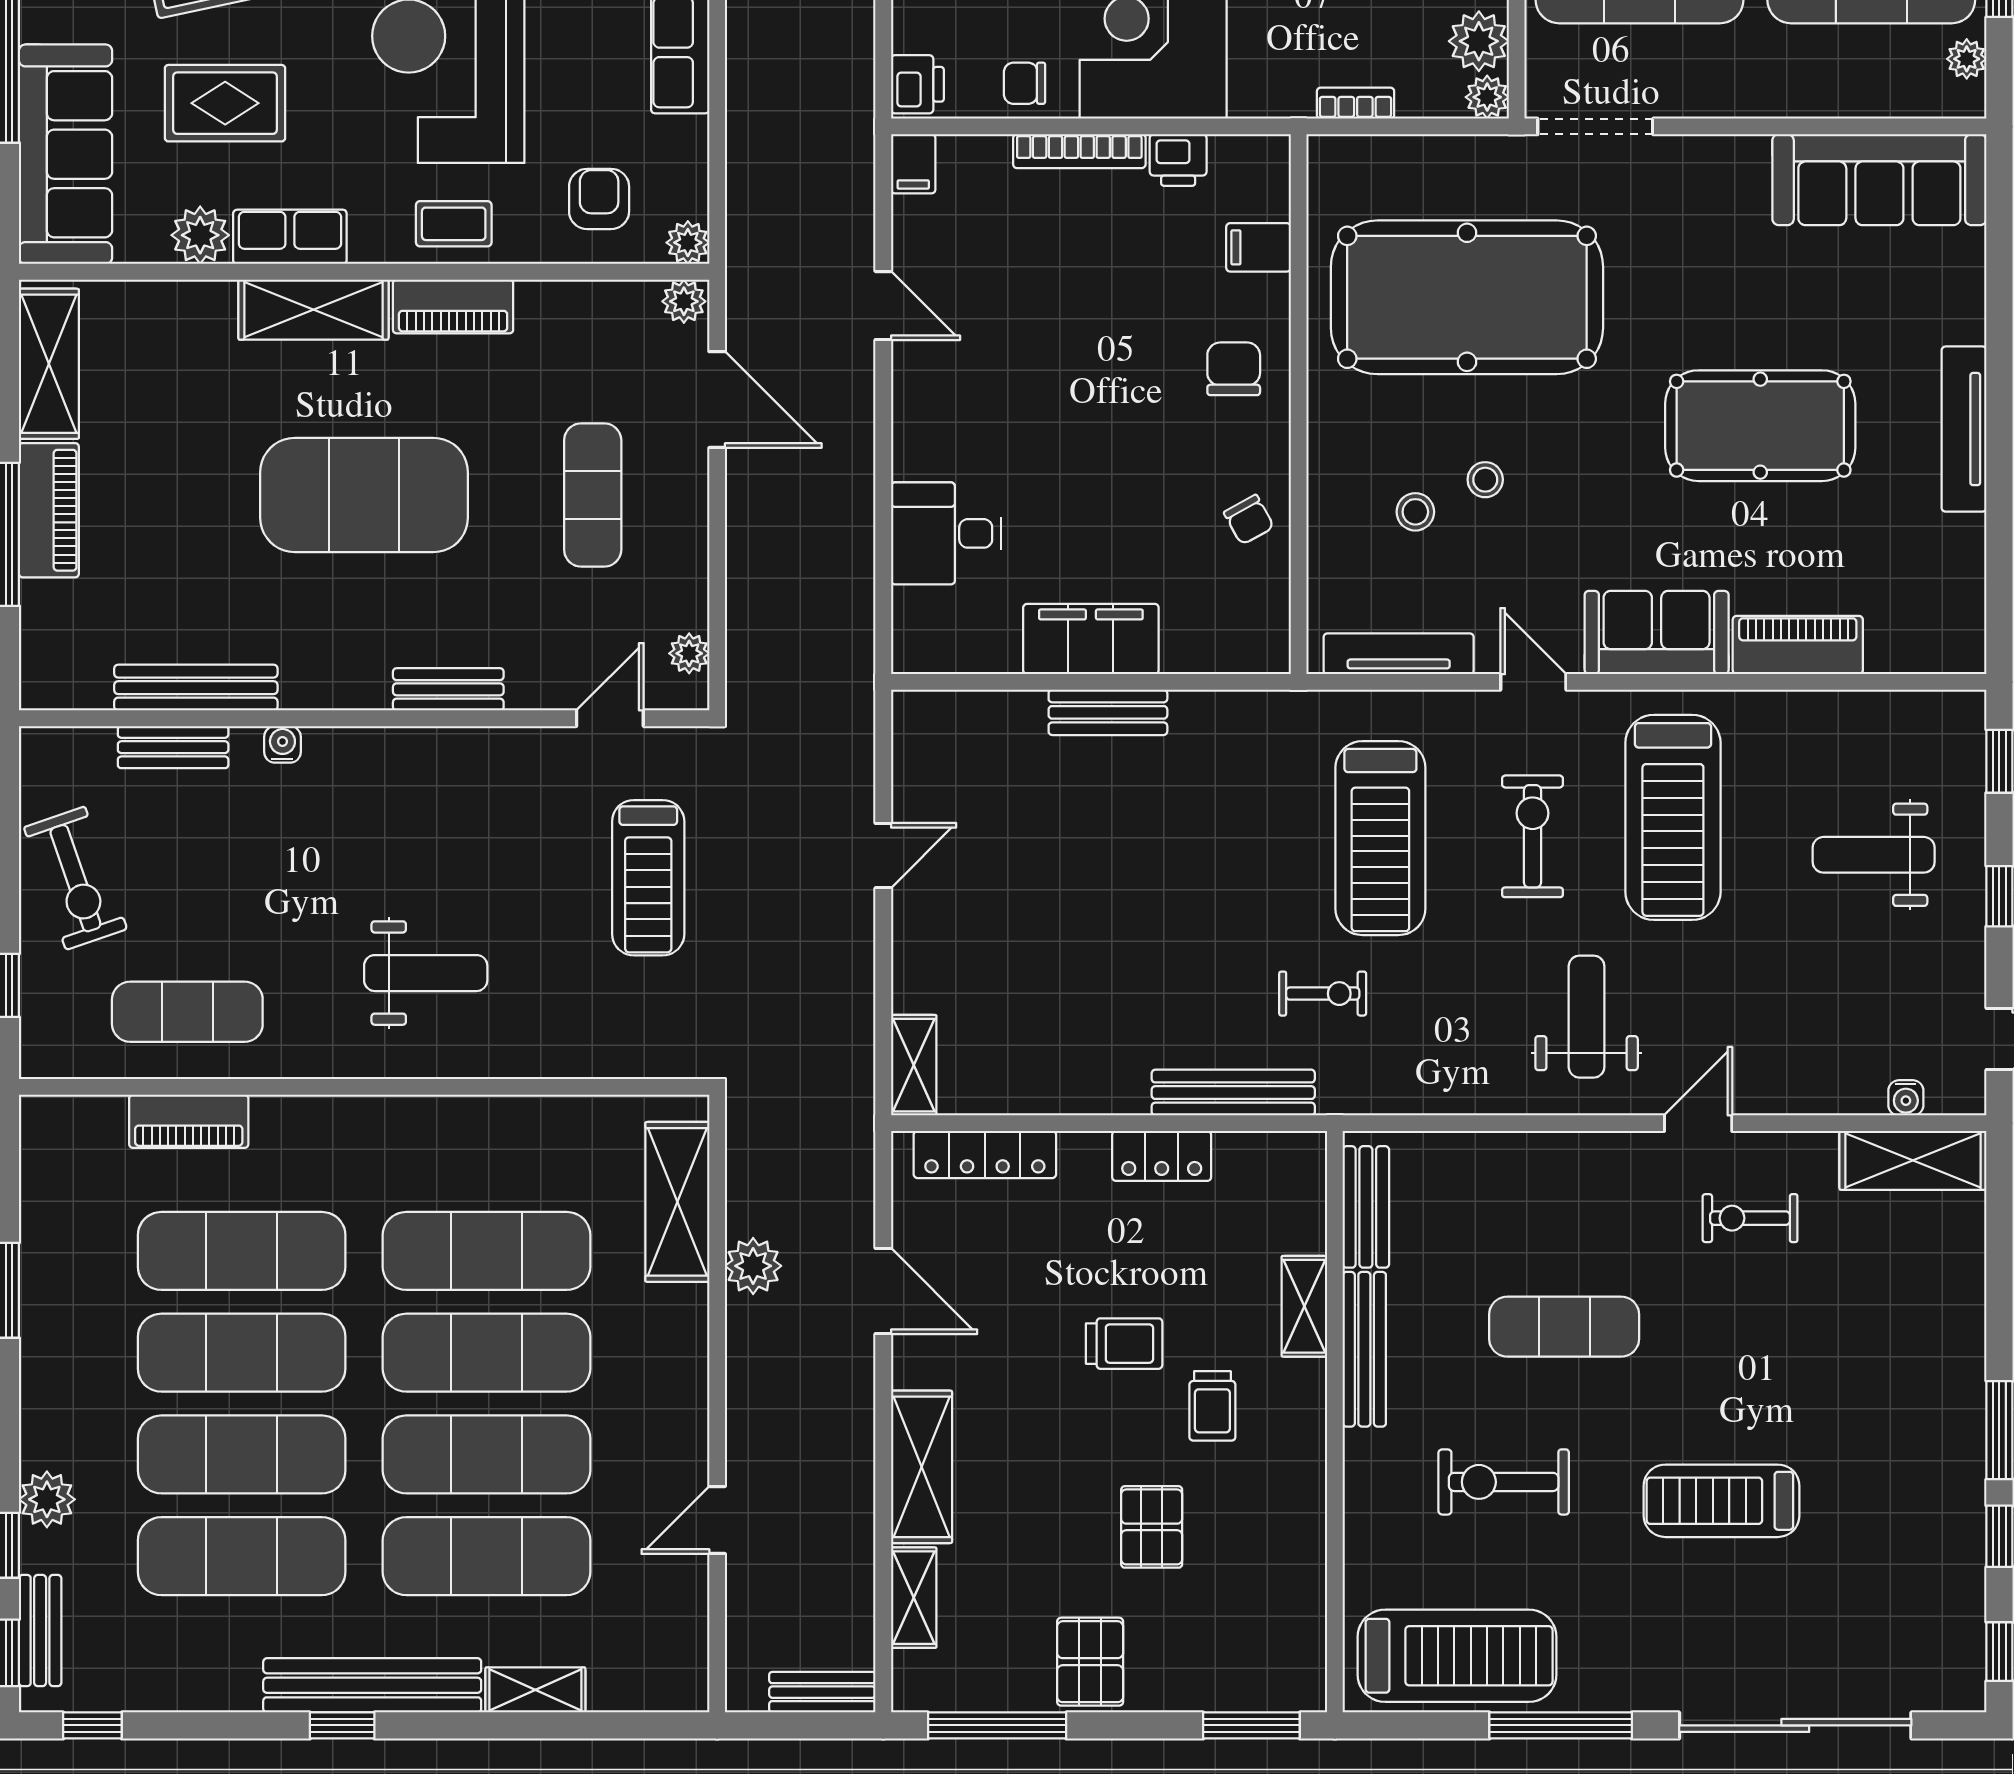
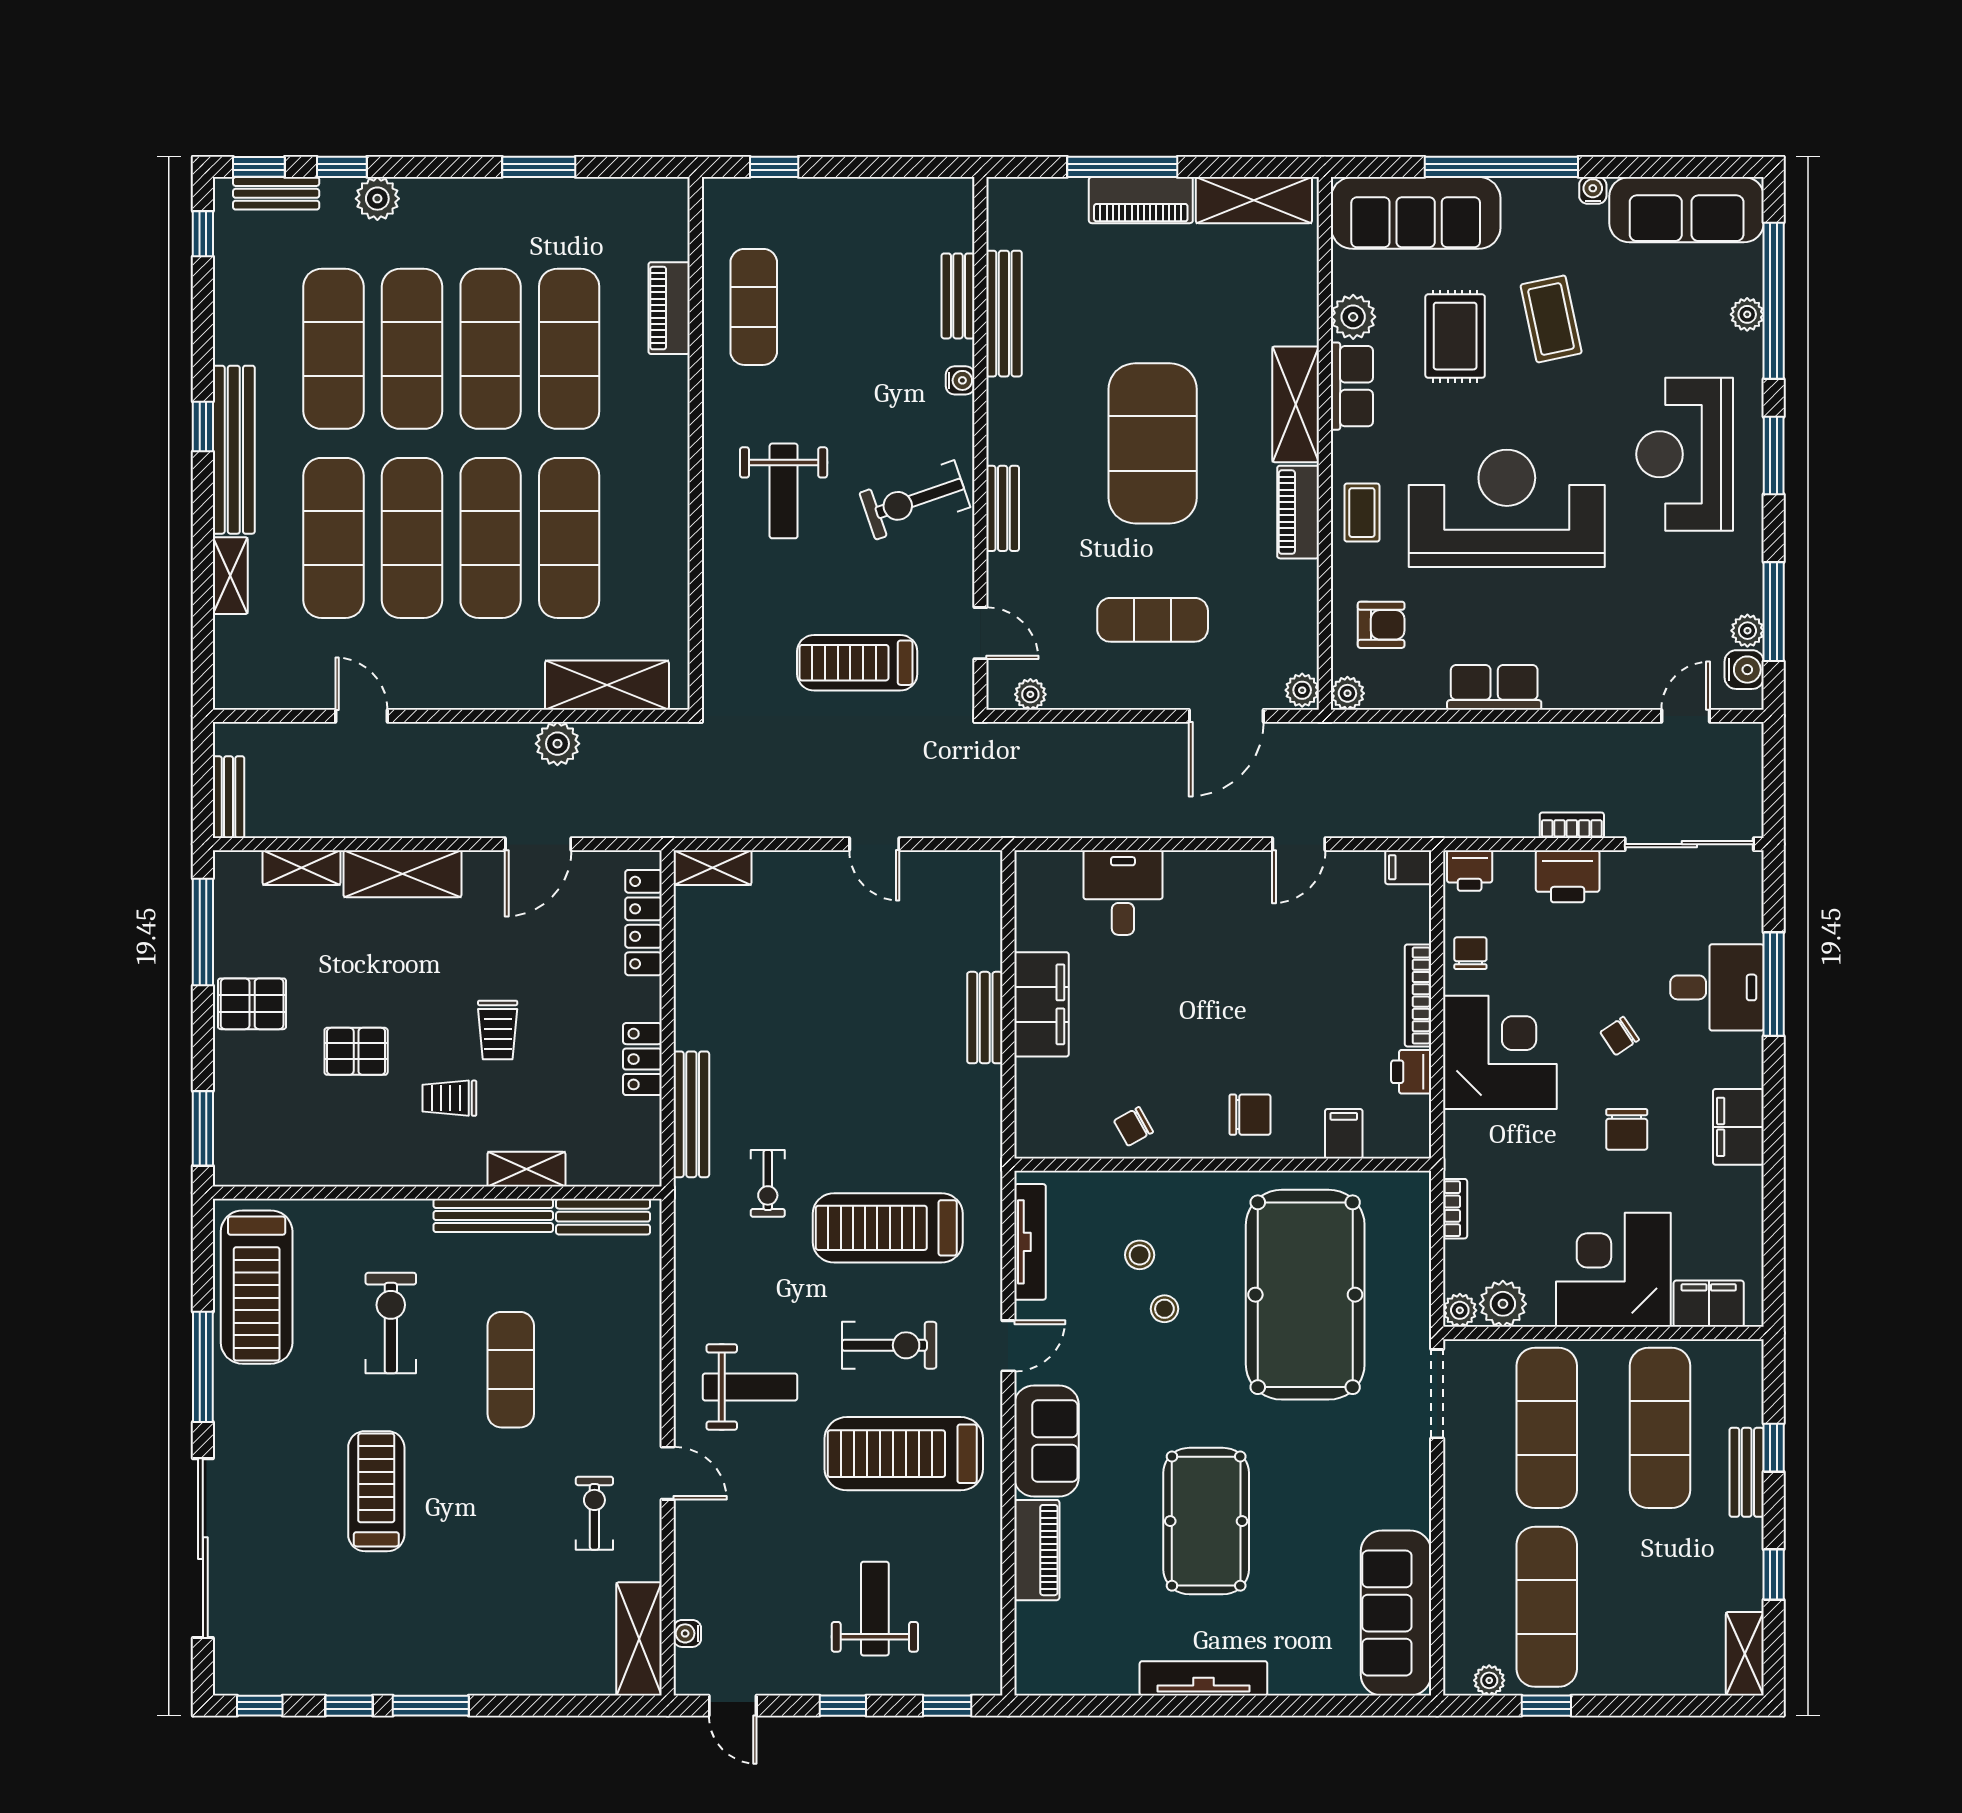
exercise bike: (75, 878) -> (915, 500), moved

